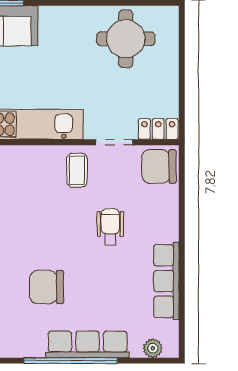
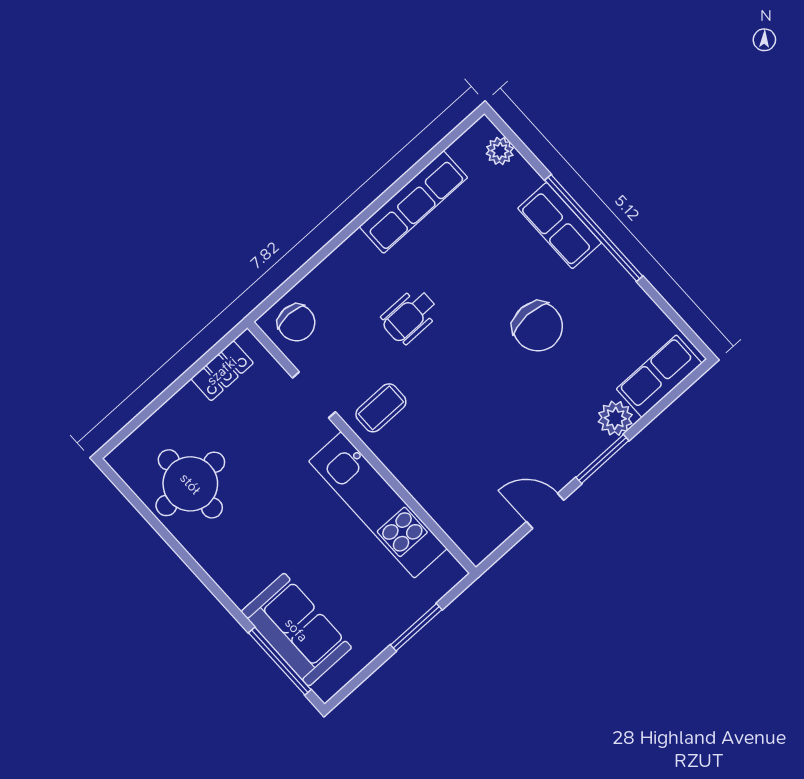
locker: (158, 129) -> (222, 371), moved, turned -90
chair: (159, 166) -> (296, 323), width x0.73, depth x0.73
row of seats: (88, 344) -> (560, 226), width x0.68

